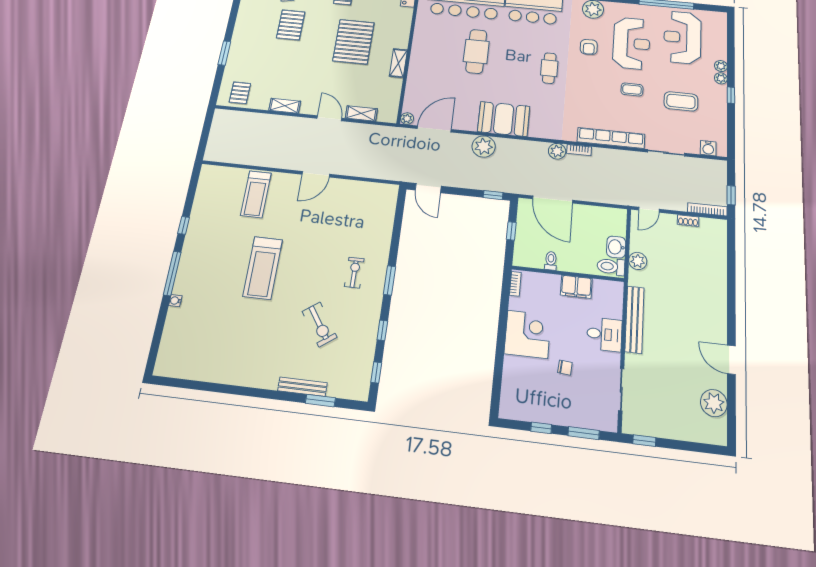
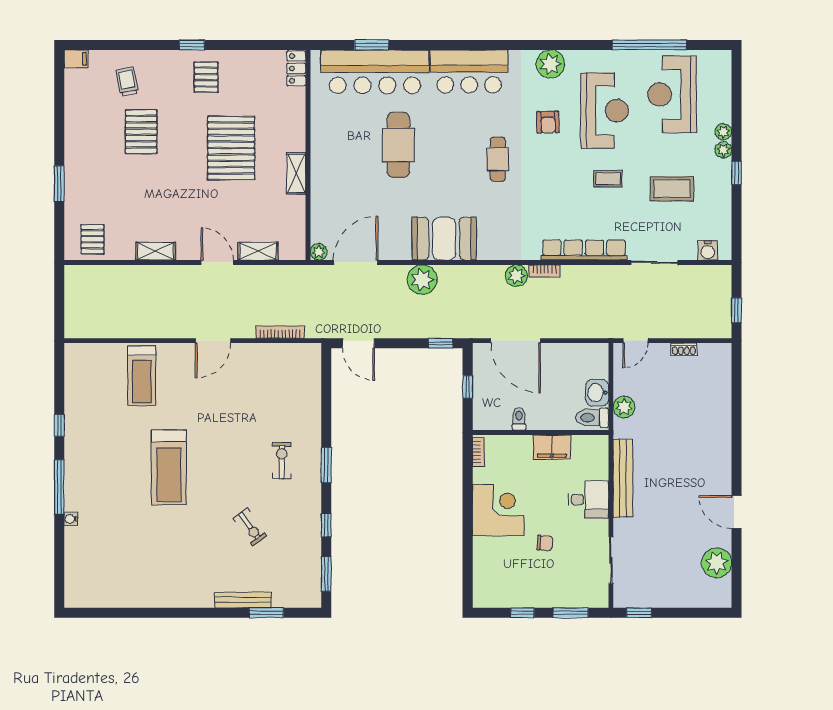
bookcase: (707, 209) -> (280, 332), moved
exercise bike: (319, 324) -> (250, 527), width x0.73, depth x0.72
window: (376, 372) -> (326, 574), width x1.50

